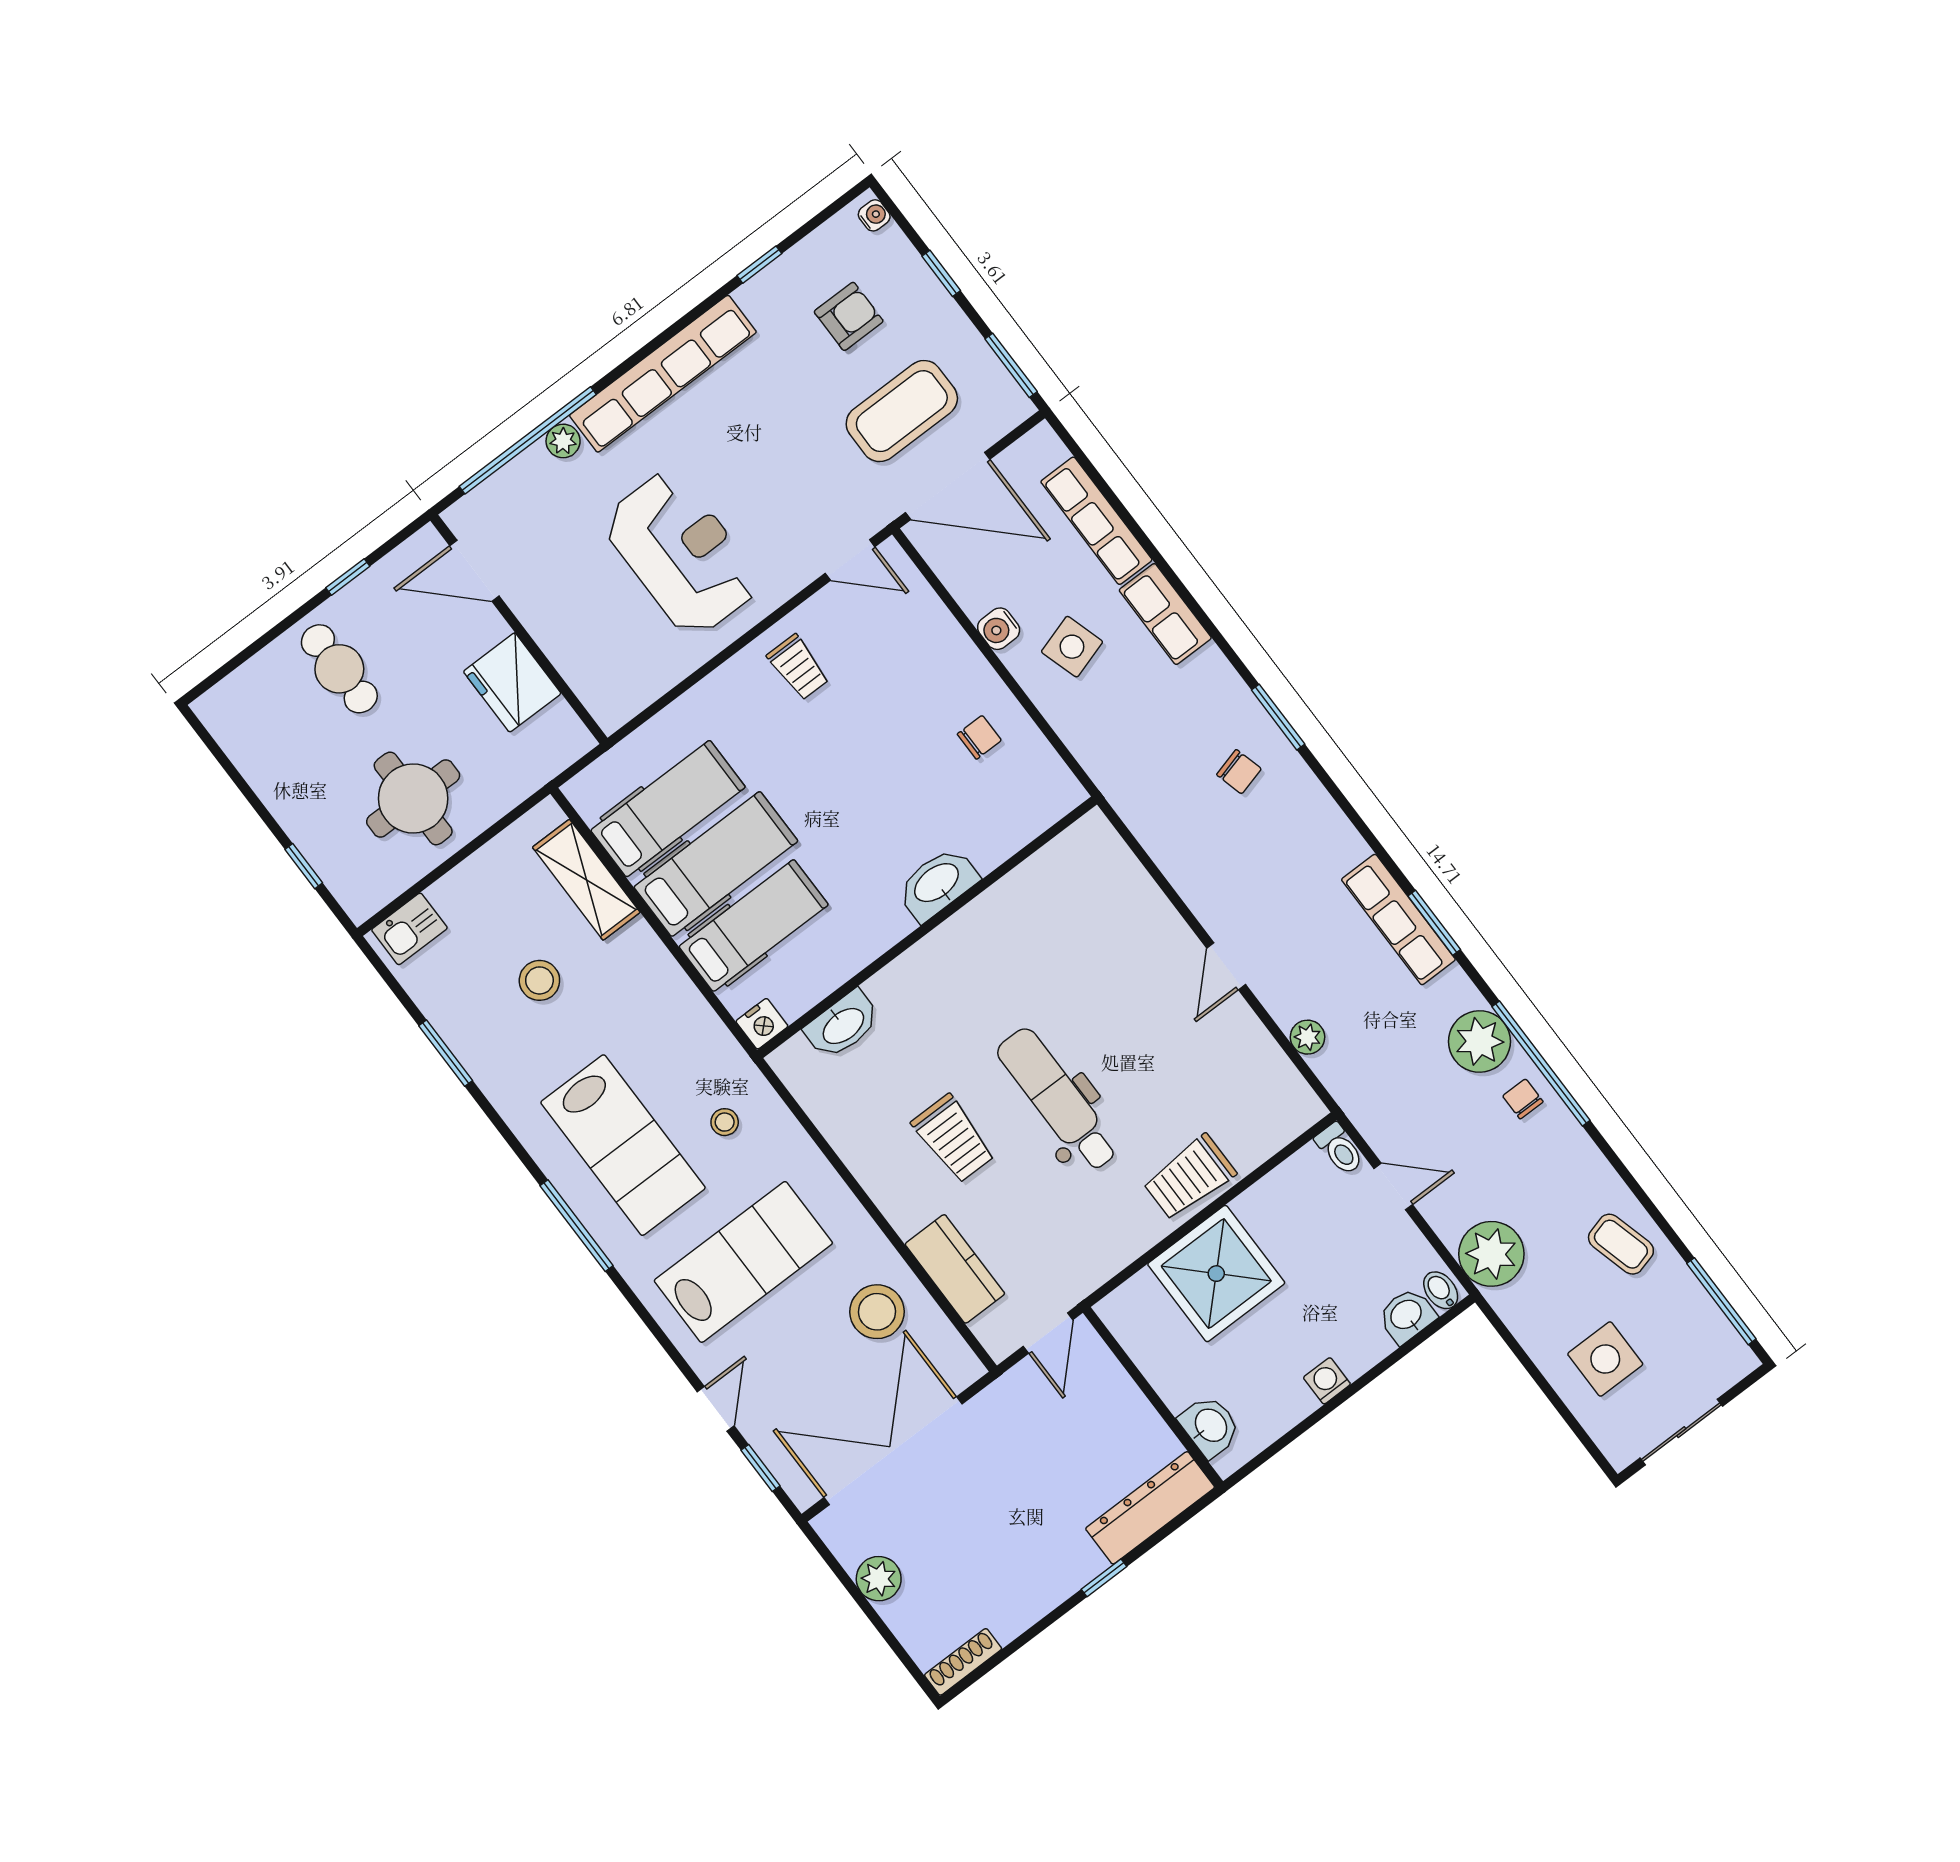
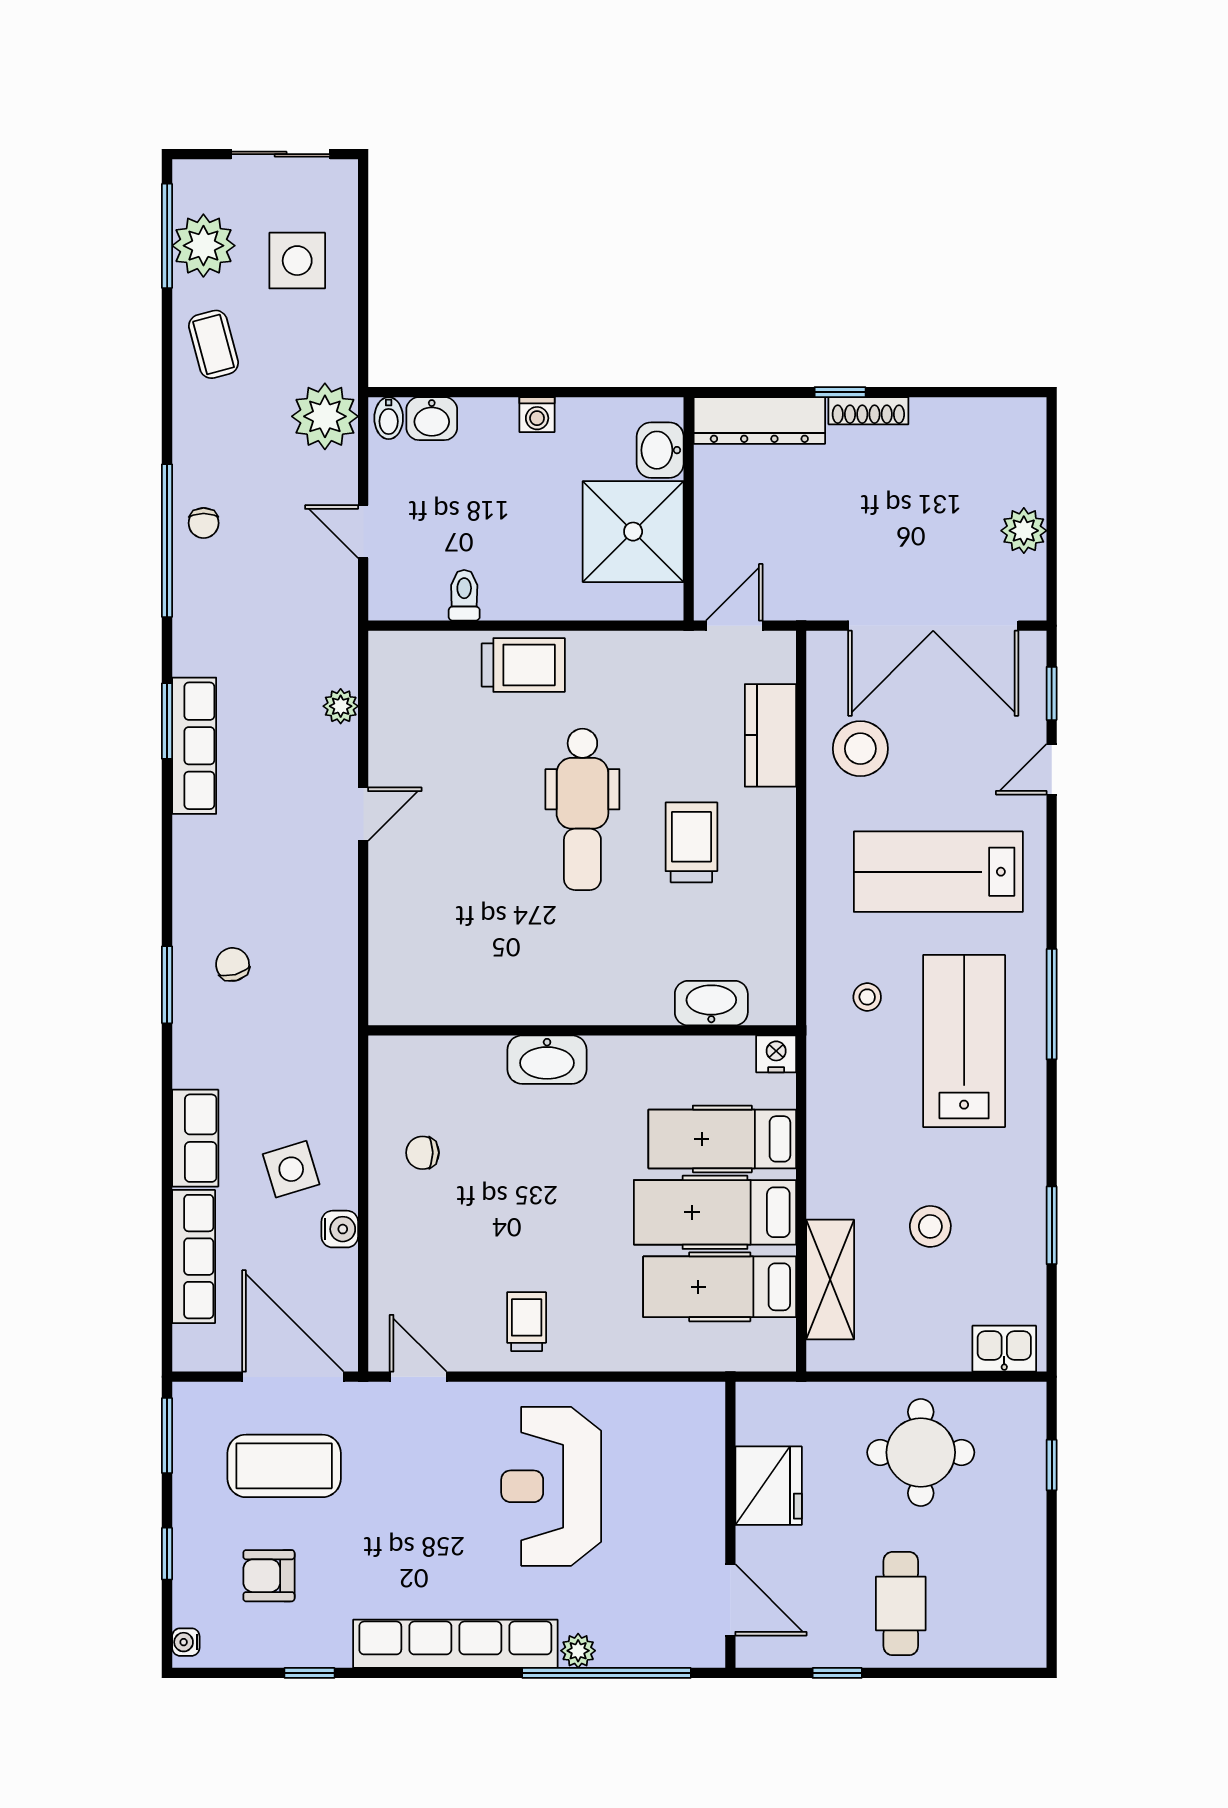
plant: (1479, 1041) -> (203, 246), moved
toilet: (1340, 1149) -> (464, 595), moved
shower: (1216, 1274) -> (633, 532), moved
shoe rack: (963, 1662) -> (868, 411), moved

